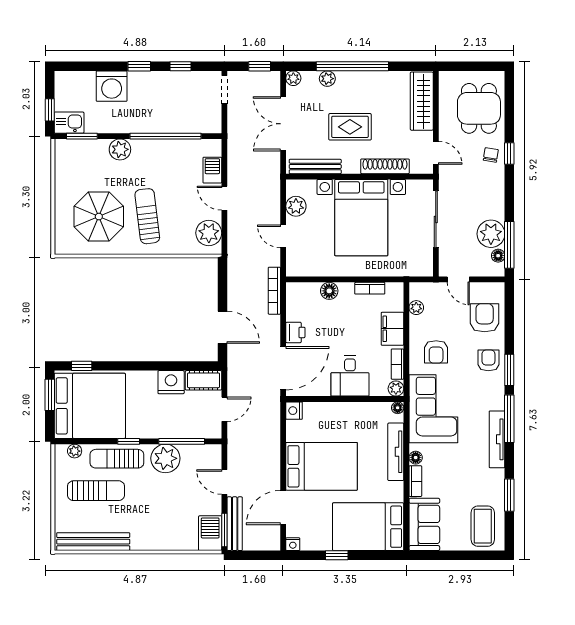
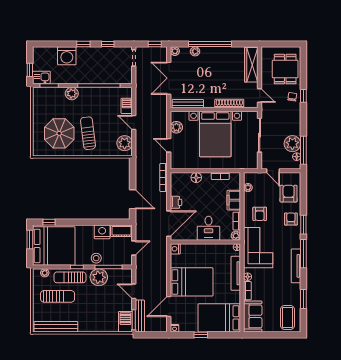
rug: (350, 127) -> (209, 80), removed
stool: (161, 426) -> (96, 258), added

